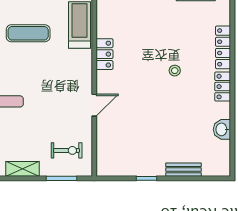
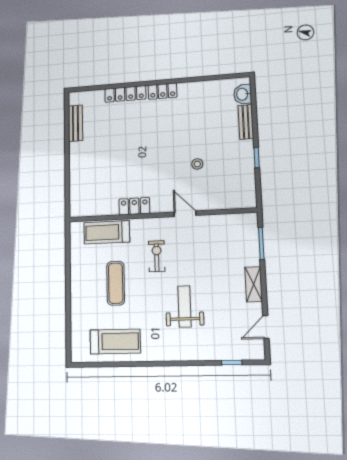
stool: (175, 71) -> (197, 164), moved
washbasin: (222, 129) -> (243, 94), moved, turned 90
exercise bike: (67, 150) -> (157, 256), moved

